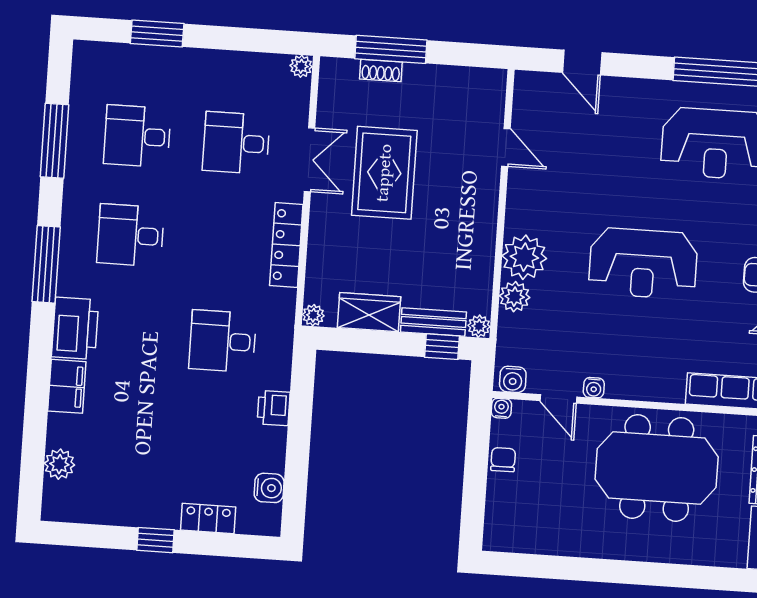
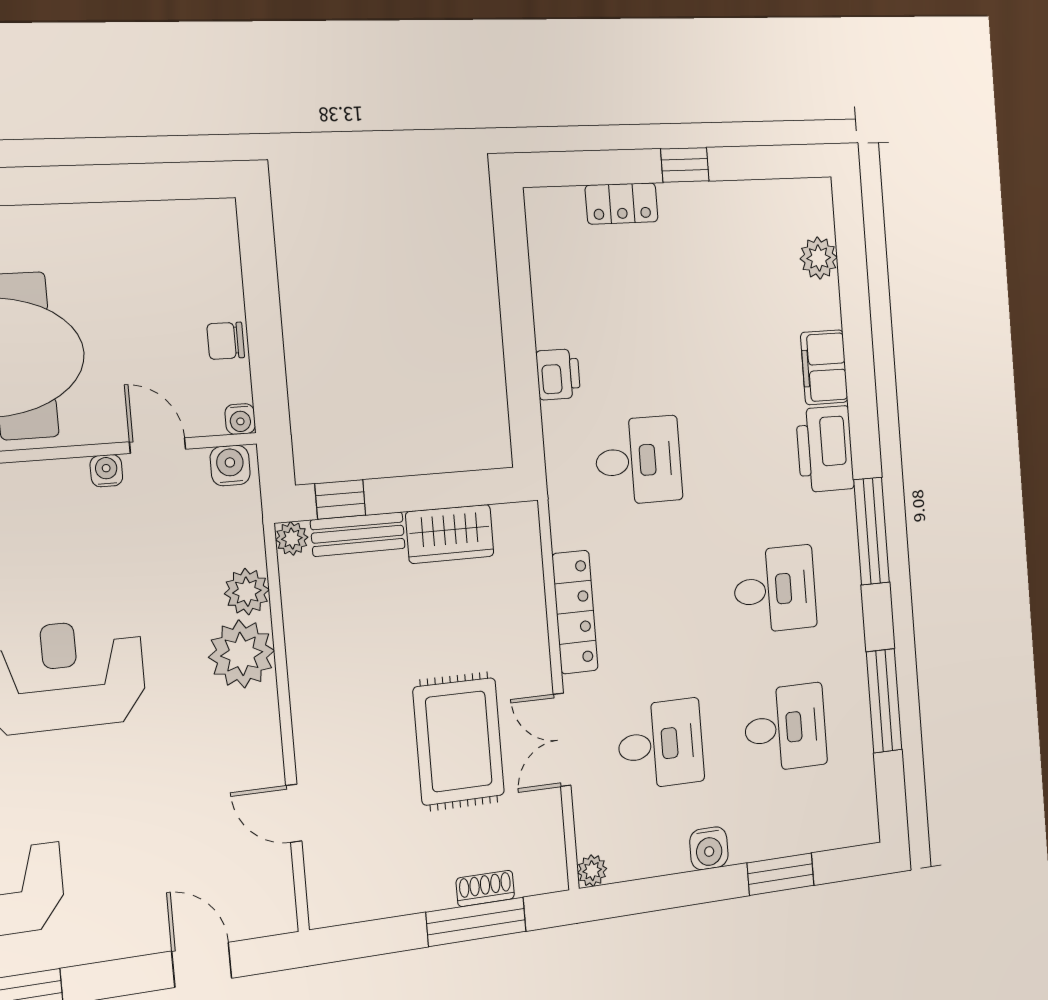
plant: (313, 315) -> (525, 517), removed
chair: (503, 460) -> (226, 341), turned 90
water cooler: (269, 488) -> (709, 848), moved, turned -90

